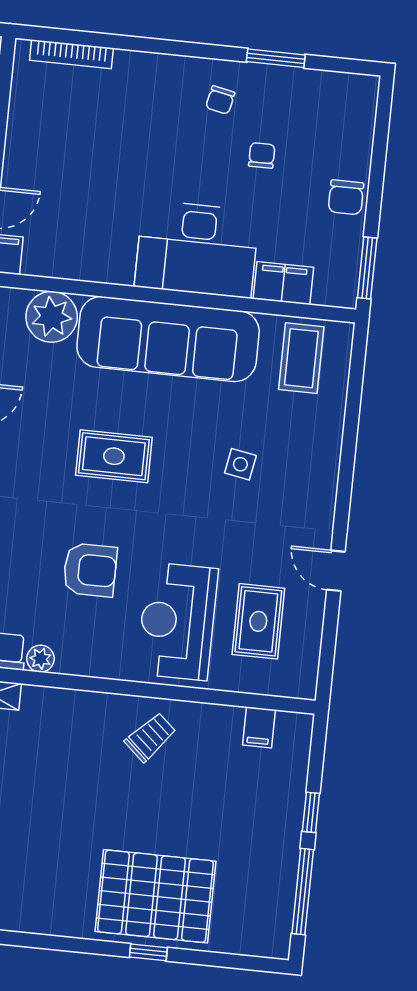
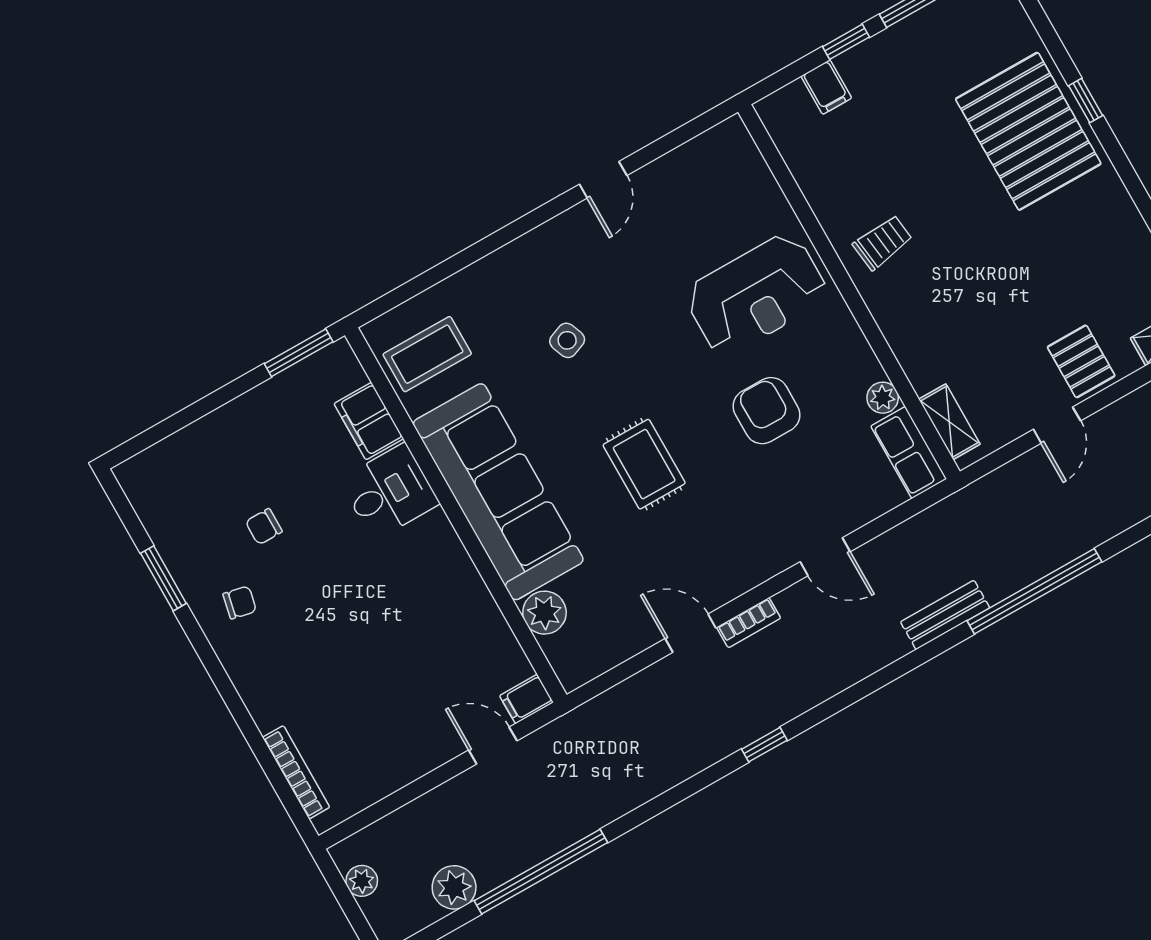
chair: (346, 197) -> (247, 420), removed
desk: (197, 249) -> (389, 492), width x0.53, depth x0.77
plant: (52, 317) -> (544, 613), width x0.73, depth x0.73
side table: (240, 464) -> (567, 340), turned -31
rug: (258, 621) -> (702, 219), removed
filing cabinet: (259, 727) -> (826, 87), moved, turned 90
trolley: (150, 737) -> (883, 242), turned 131

